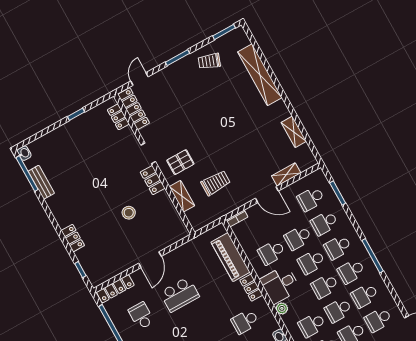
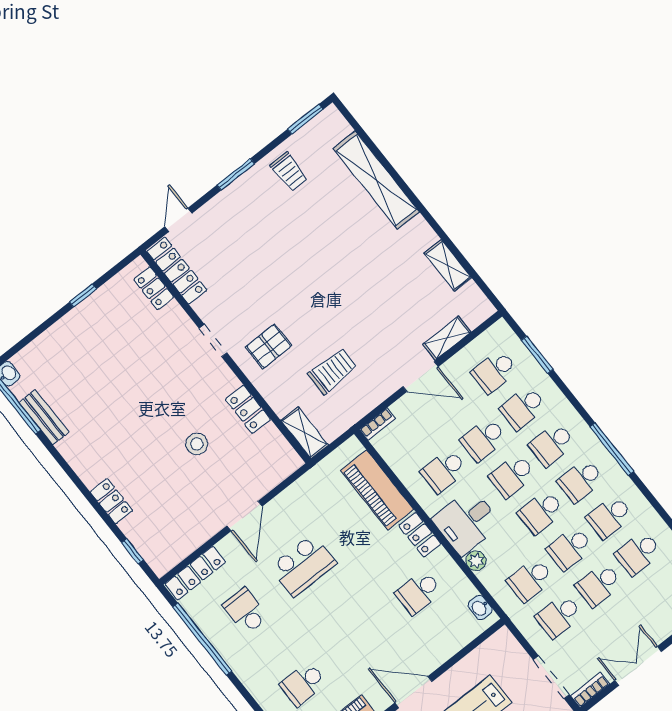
trolley: (209, 61) -> (289, 172), turned -110
locker: (153, 180) -> (248, 409), moved
shelving: (182, 196) -> (305, 433), moved

